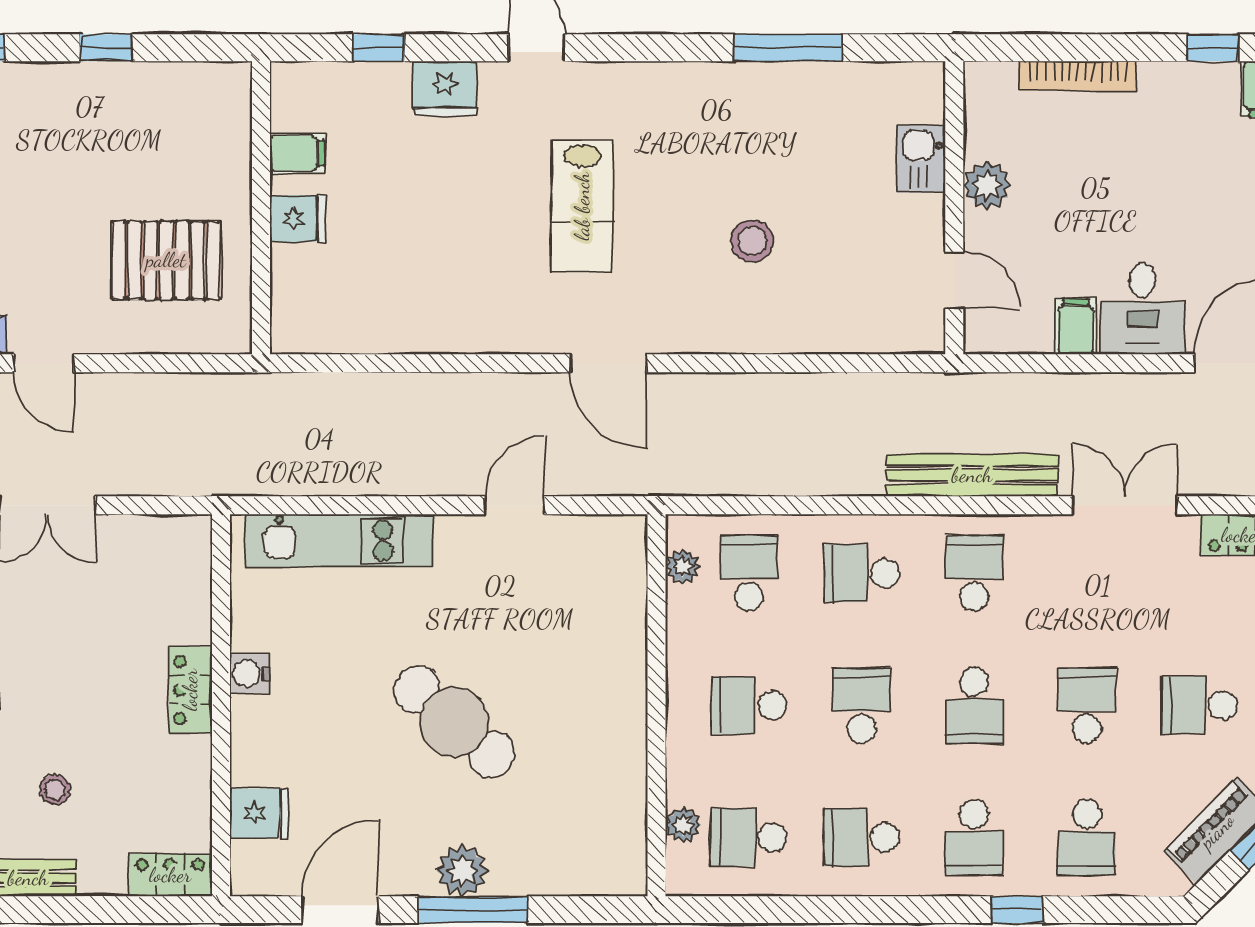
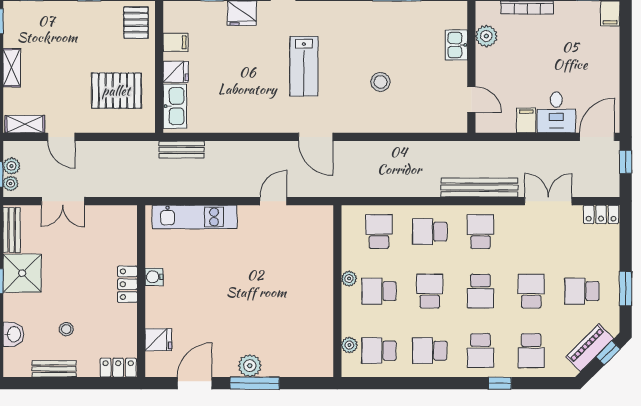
pallet: (210, 109) -> (136, 23), added
plant: (987, 185) -> (486, 36), moved
kitchen sink: (296, 295) -> (175, 106), added
bench: (311, 391) -> (182, 150), added
plant: (682, 567) -> (349, 279), moved
cafe table: (454, 722) -> (246, 299), removed

